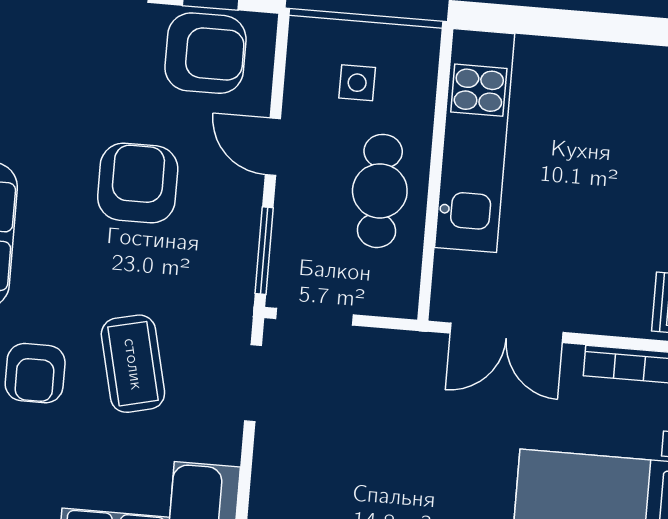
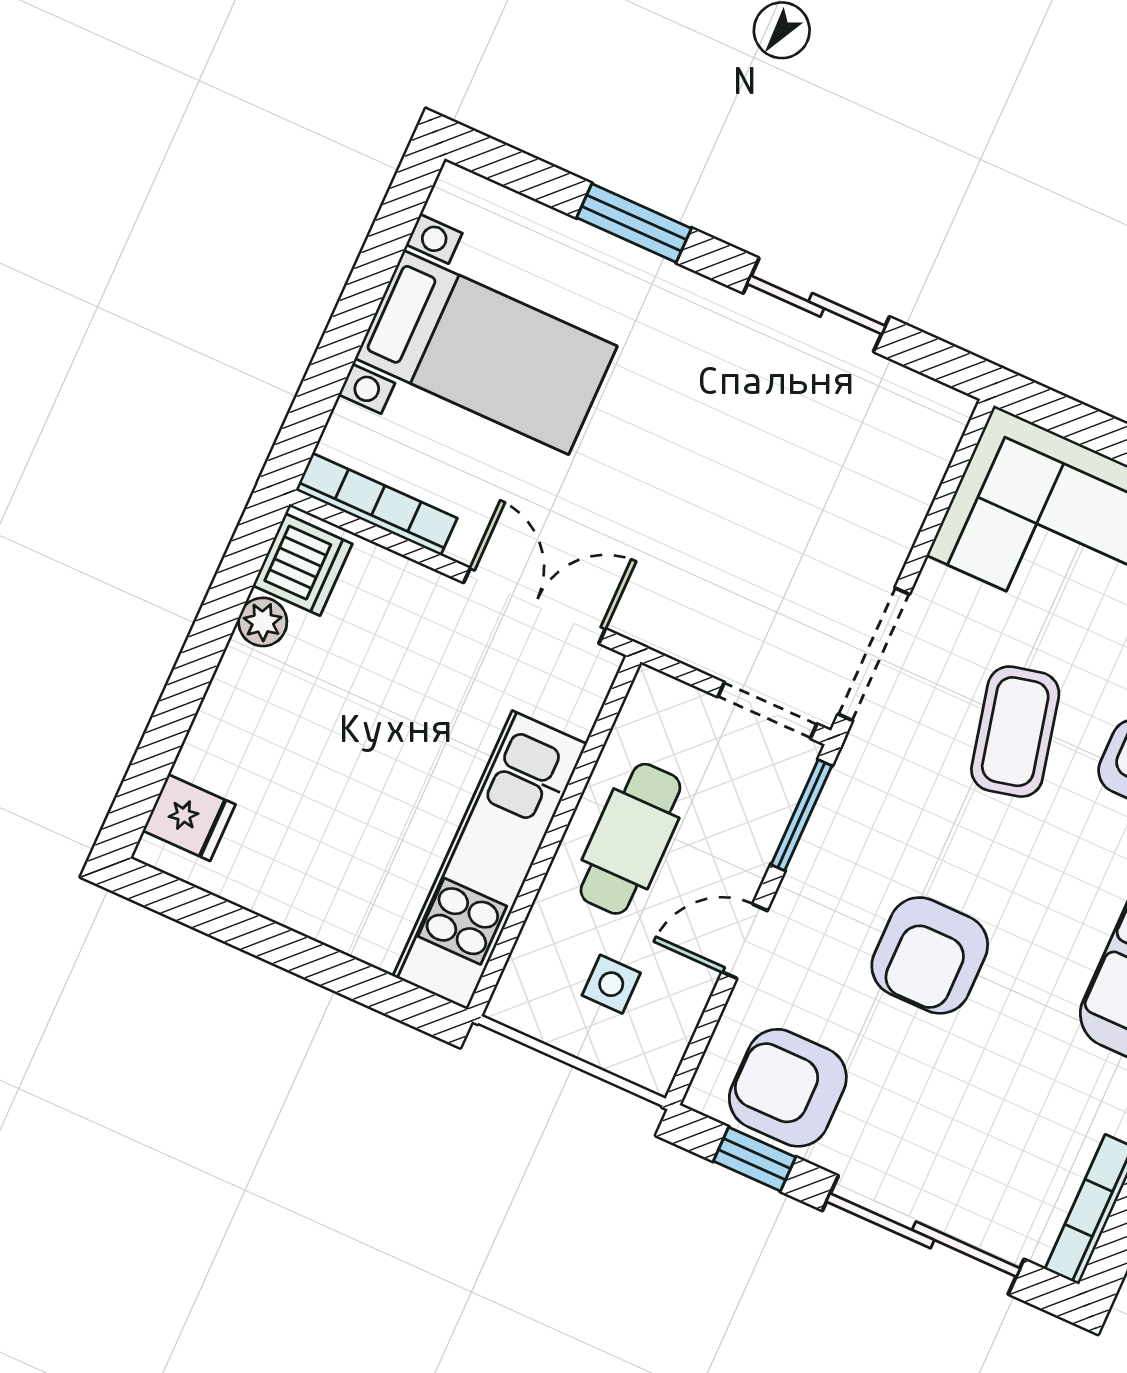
door: (273, 147) -> (745, 941), swing flipped
doorway: (253, 383) -> (874, 654), width x1.38

